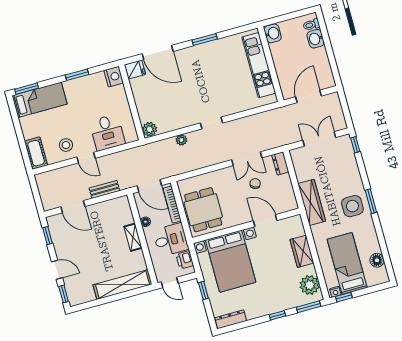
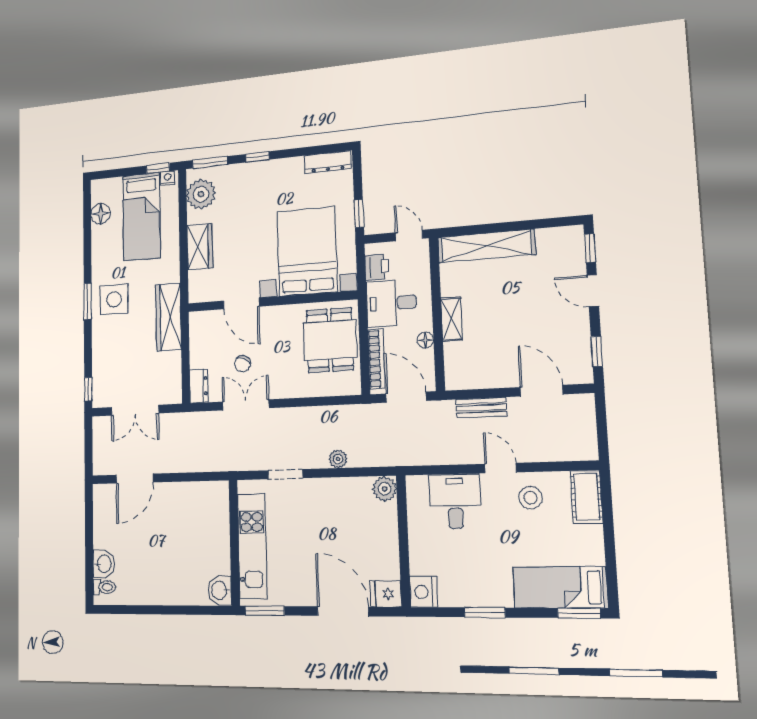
washbasin: (273, 33) -> (220, 590), moved
wall: (271, 64) -> (234, 543), moved
kitchen unit: (259, 65) -> (252, 546), moved

